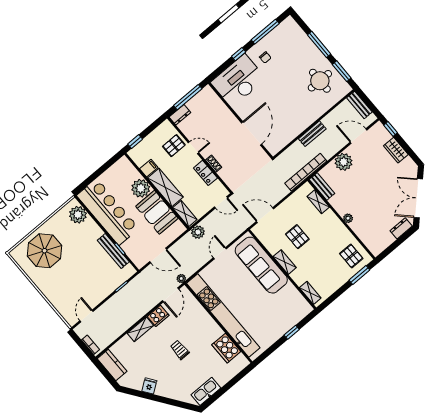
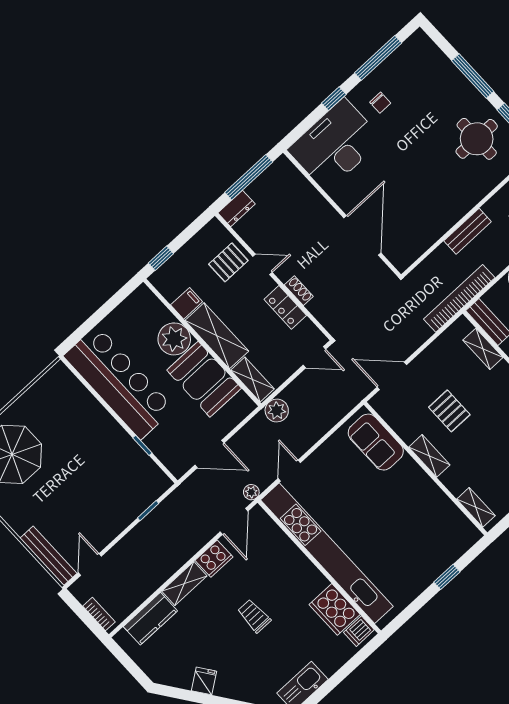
plant: (78, 215) -> (67, 389), removed
bench: (113, 251) -> (48, 556), moved
door: (220, 253) -> (289, 471), moved
sofa: (261, 265) -> (376, 442), width x0.54, depth x0.79
dishwasher: (240, 361) -> (359, 631), added
kitchen counter: (112, 365) -> (150, 619), moved, turned 90

